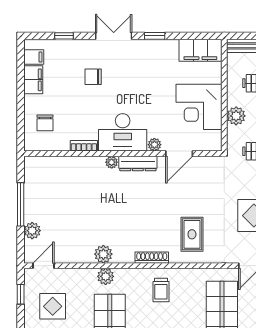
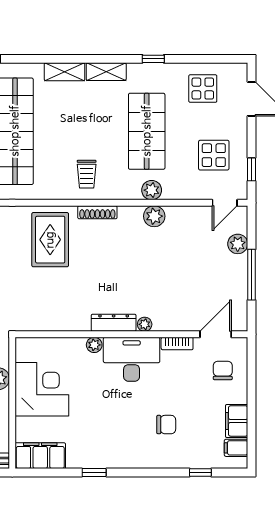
double door: (114, 36) -> (142, 473), removed
door: (179, 154) -> (216, 334), moved
rug: (192, 234) -> (50, 240), width x1.36, depth x1.43
trolley: (161, 290) -> (87, 174), turned 180

